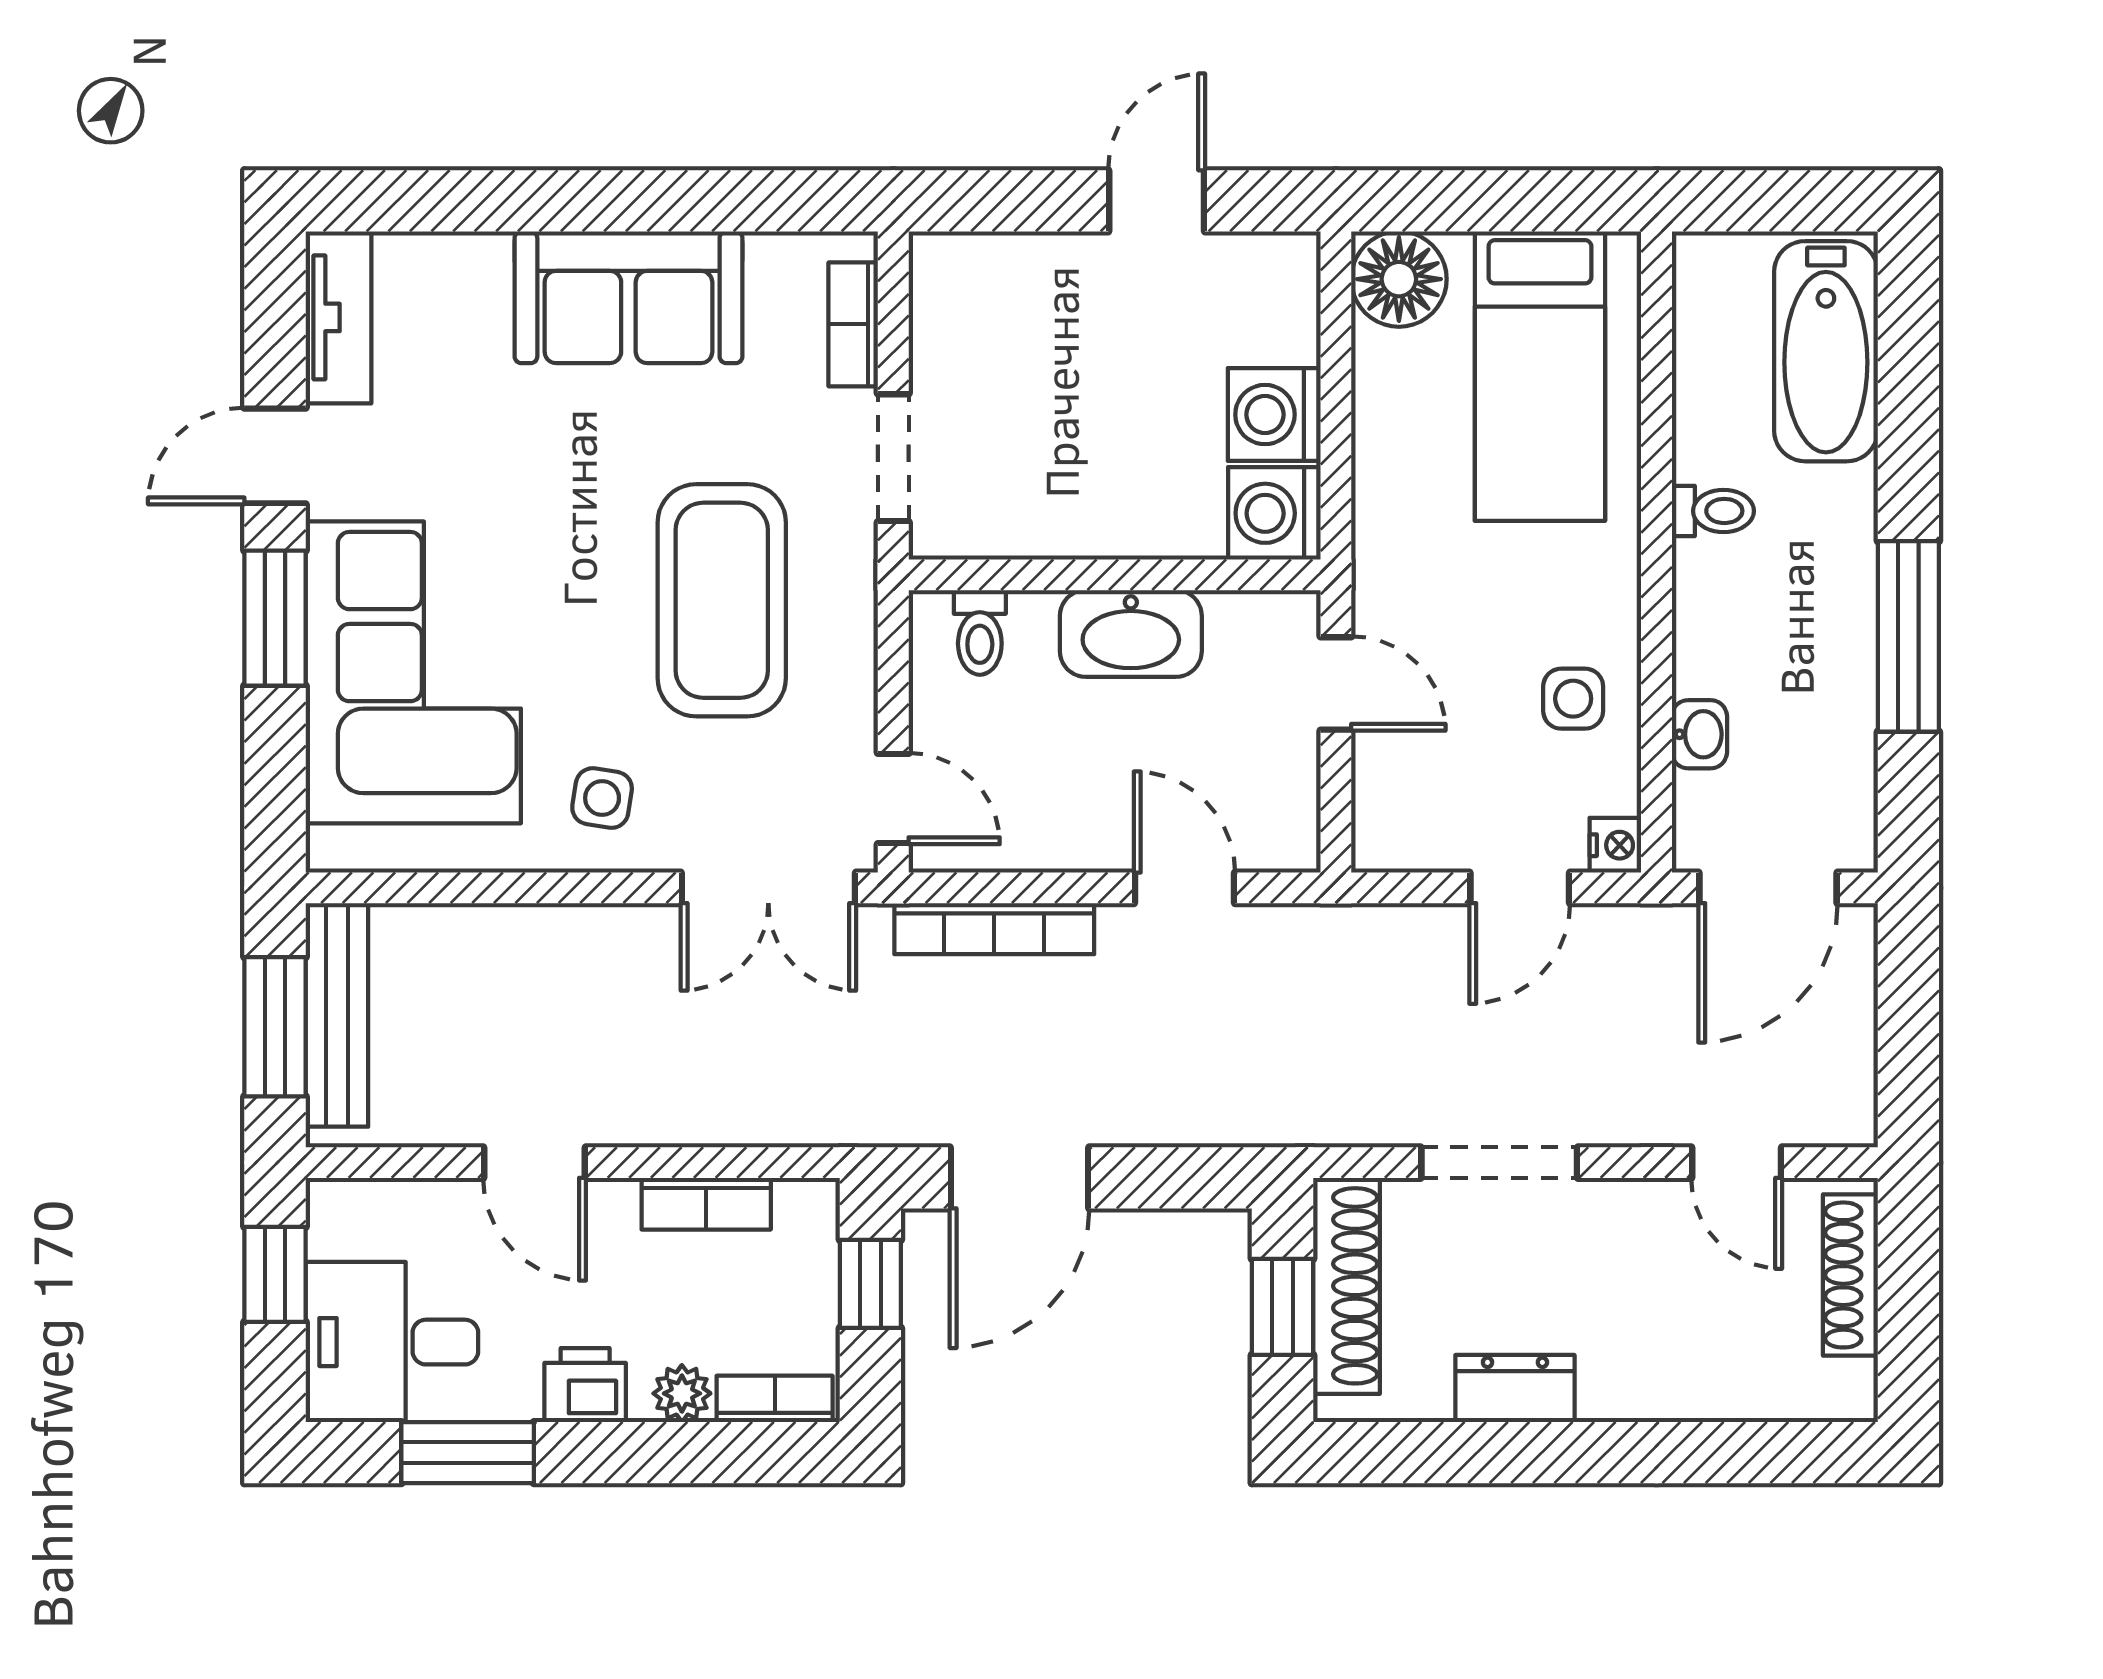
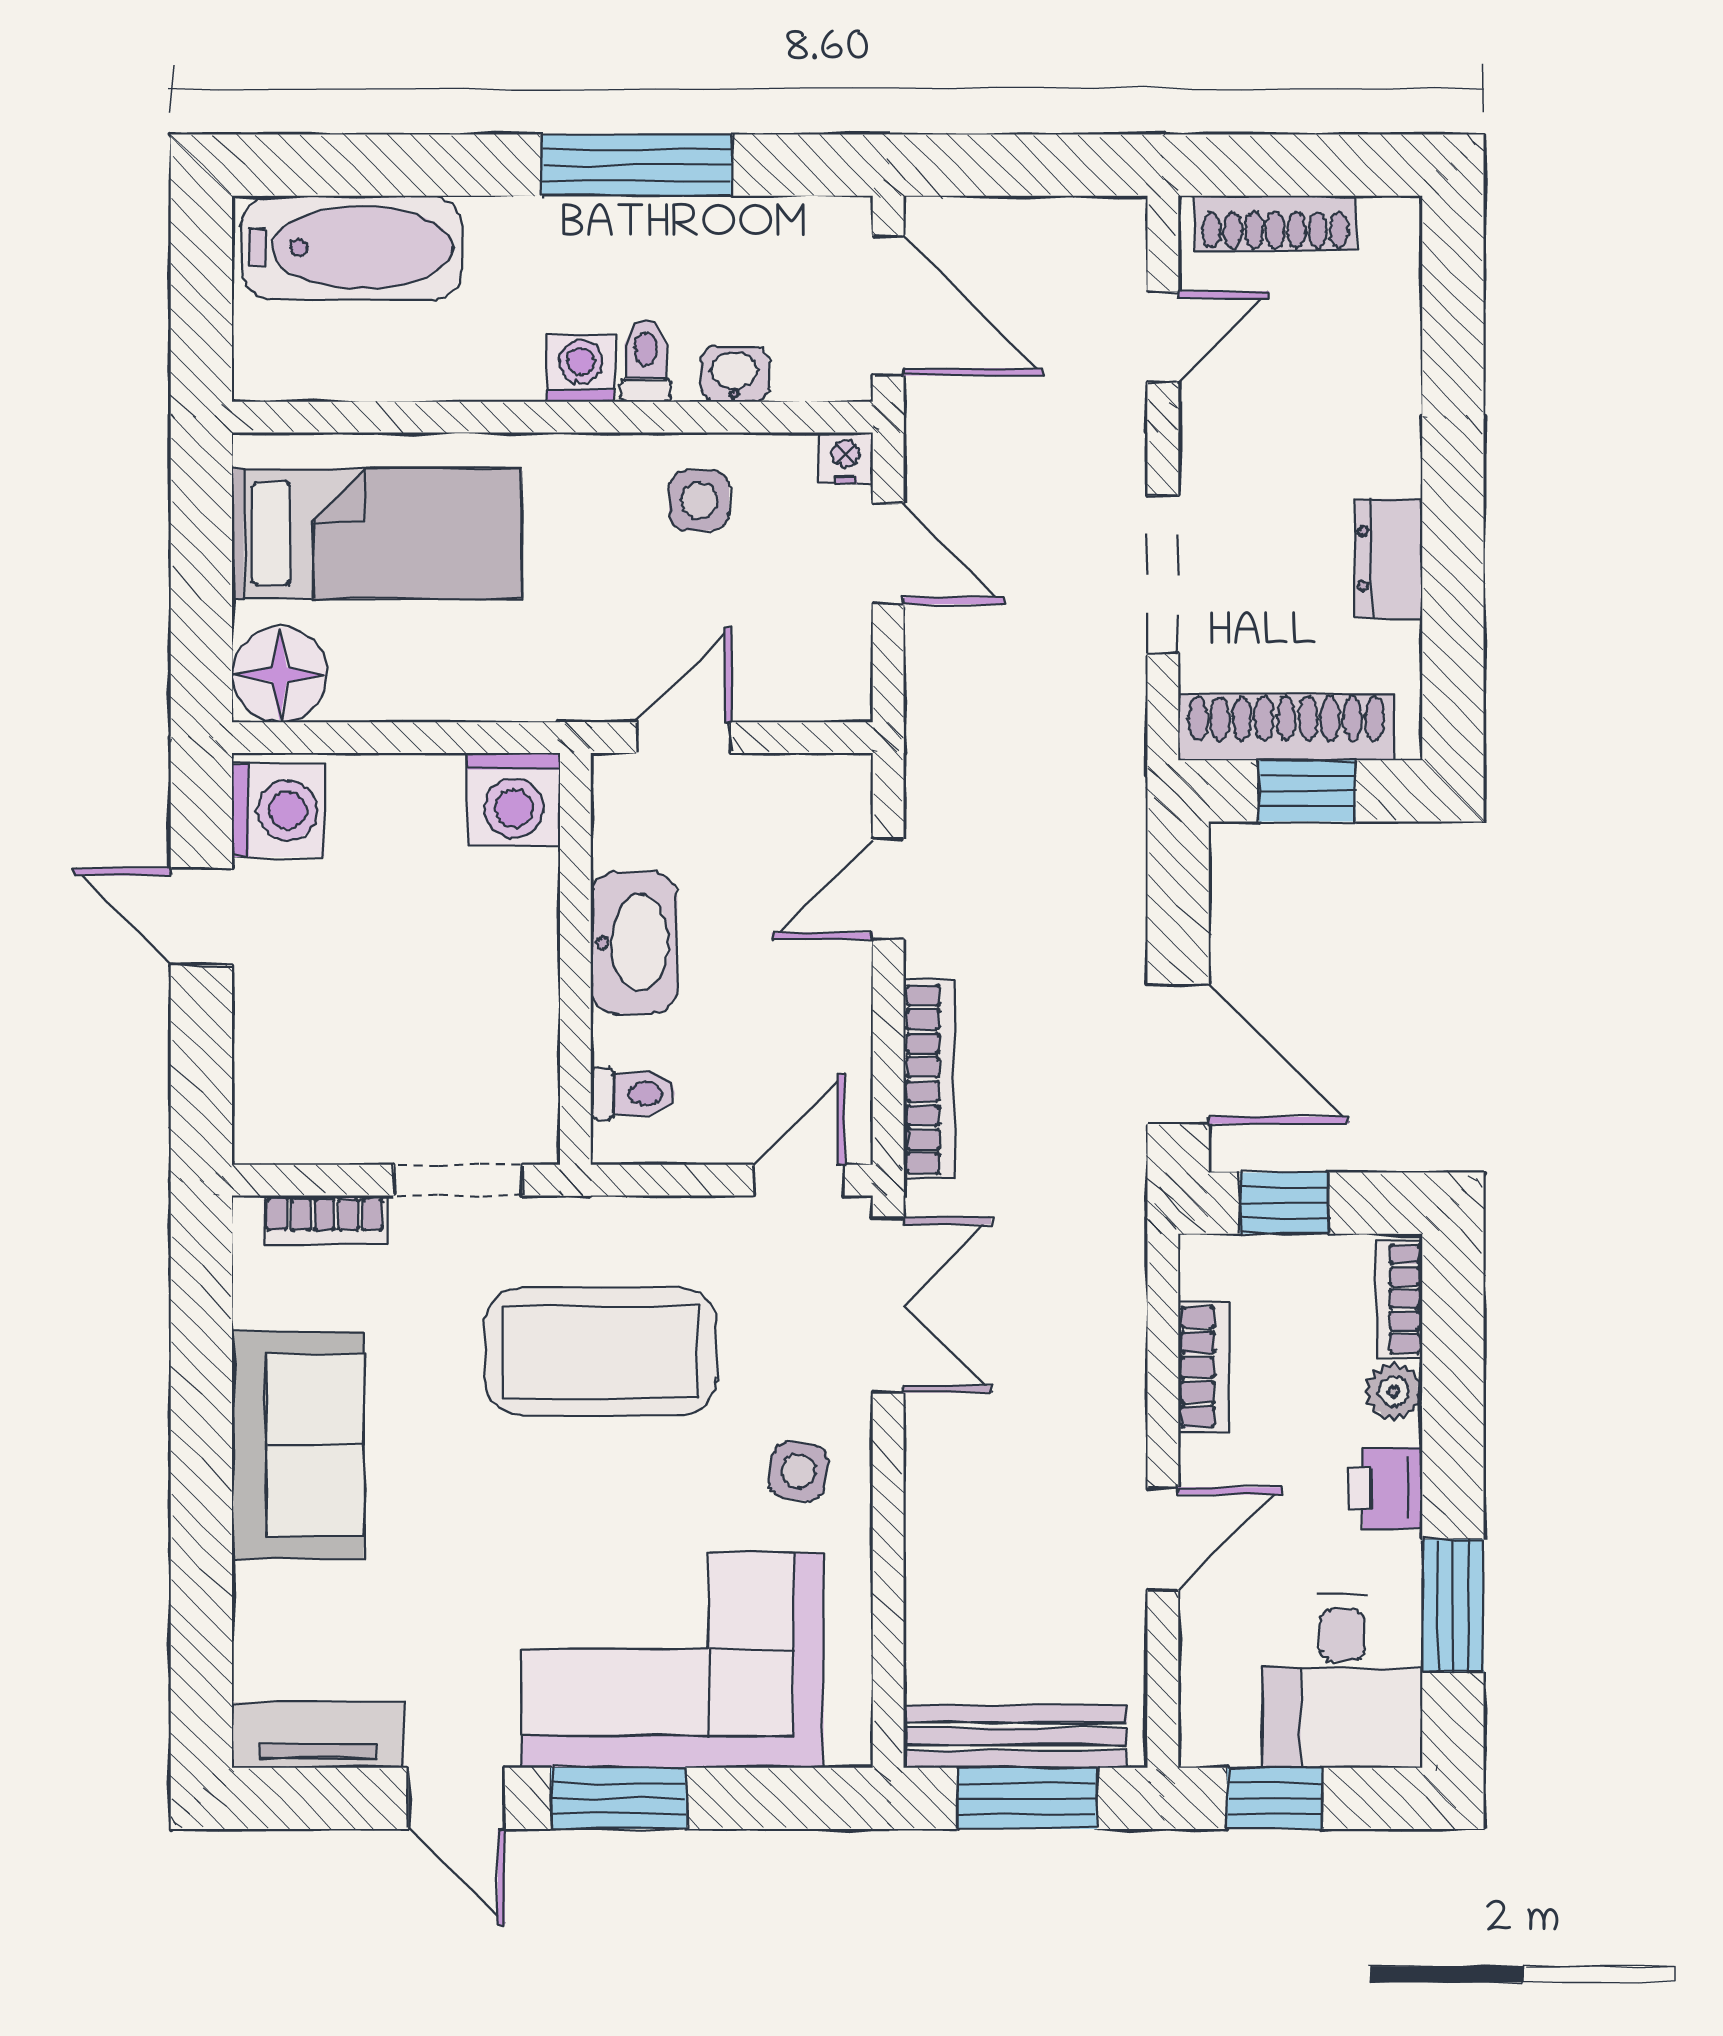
washing machine: (1274, 415) -> (278, 810), moved, turned -90
toilet: (1713, 511) -> (646, 361), moved
washing machine: (1705, 580) -> (581, 368), added

